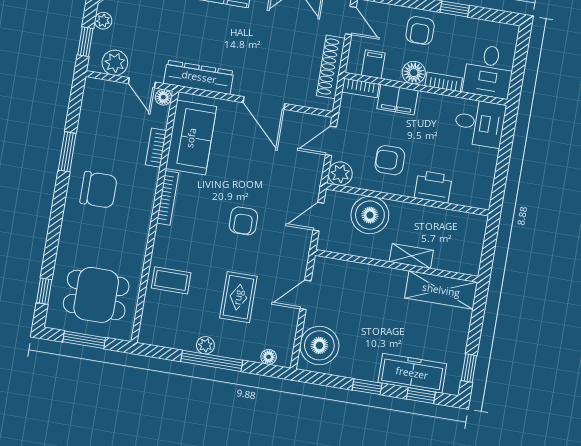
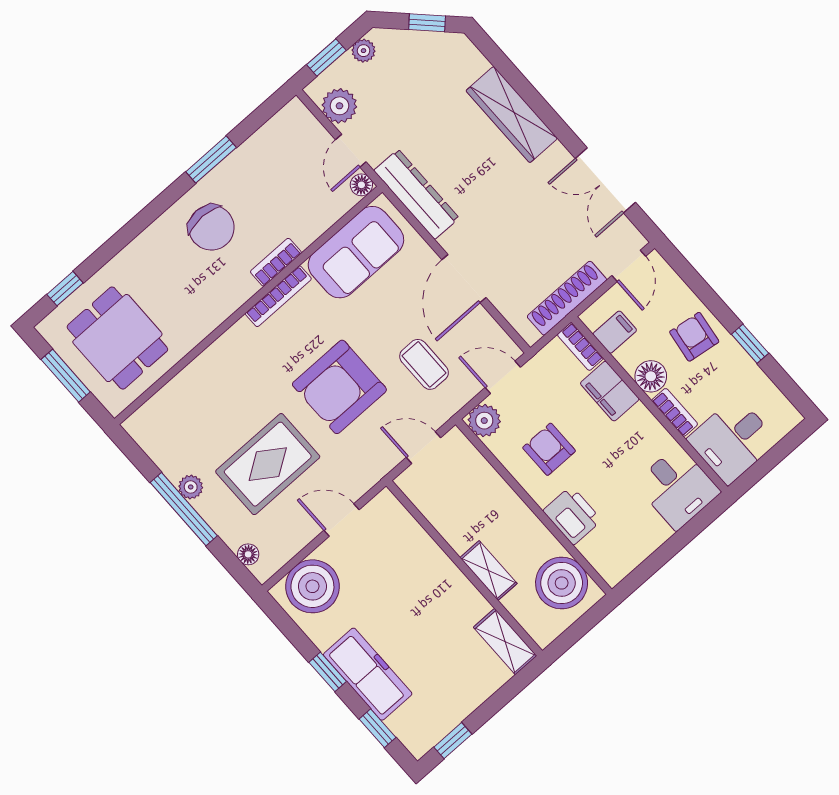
armchair: (420, 30) -> (694, 337), turned 98
bookcase: (156, 148) -> (276, 262), moved
boiler: (370, 215) -> (562, 583), moved
armchair: (243, 221) -> (339, 387), width x1.88, depth x1.88
coffee table: (171, 280) -> (424, 364), moved
shelving: (441, 290) -> (505, 642), width x0.67, depth x0.75
rug: (238, 297) -> (268, 464), width x1.36, depth x1.43
freezer: (412, 373) -> (368, 674), moved

